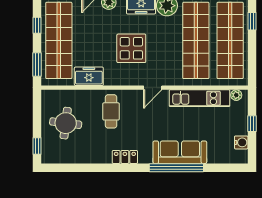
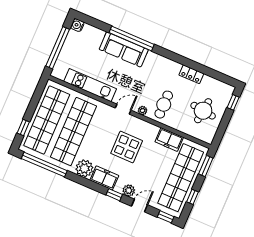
plant: (236, 95) -> (143, 111), moved
window: (252, 124) -> (58, 48), width x3.17
water cooler: (241, 142) -> (77, 25), moved
locker: (125, 157) -> (191, 74), moved

